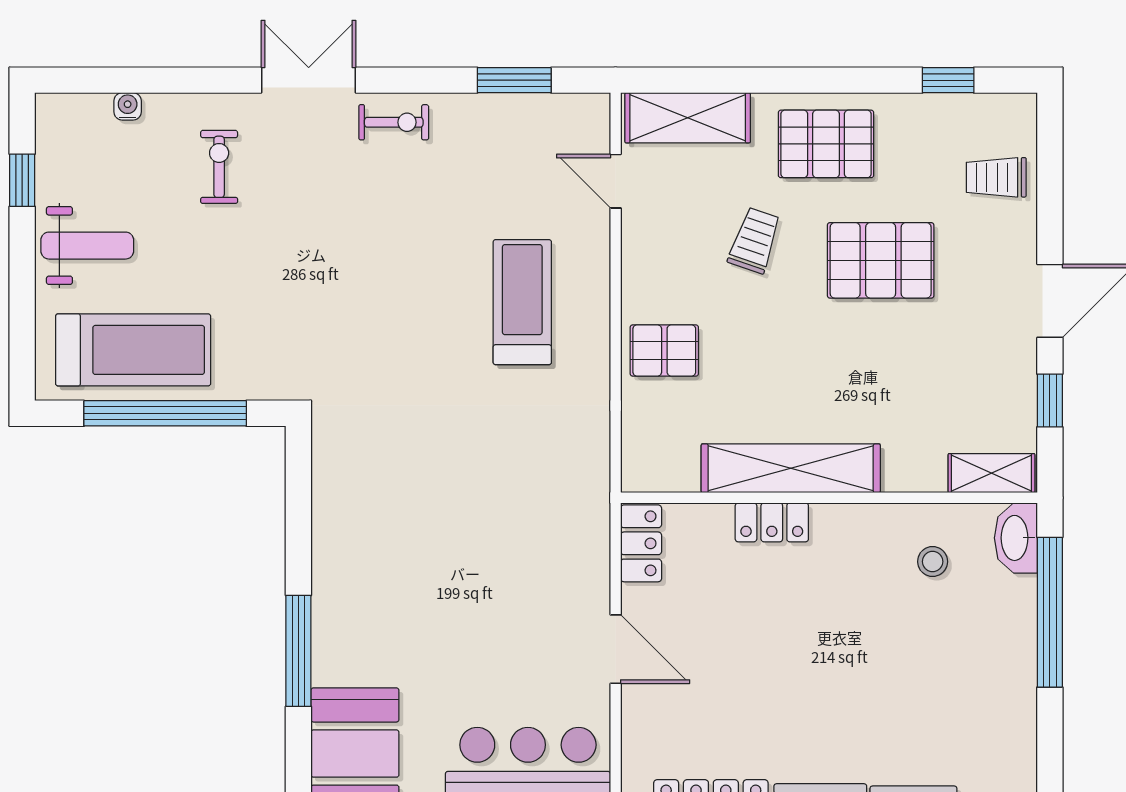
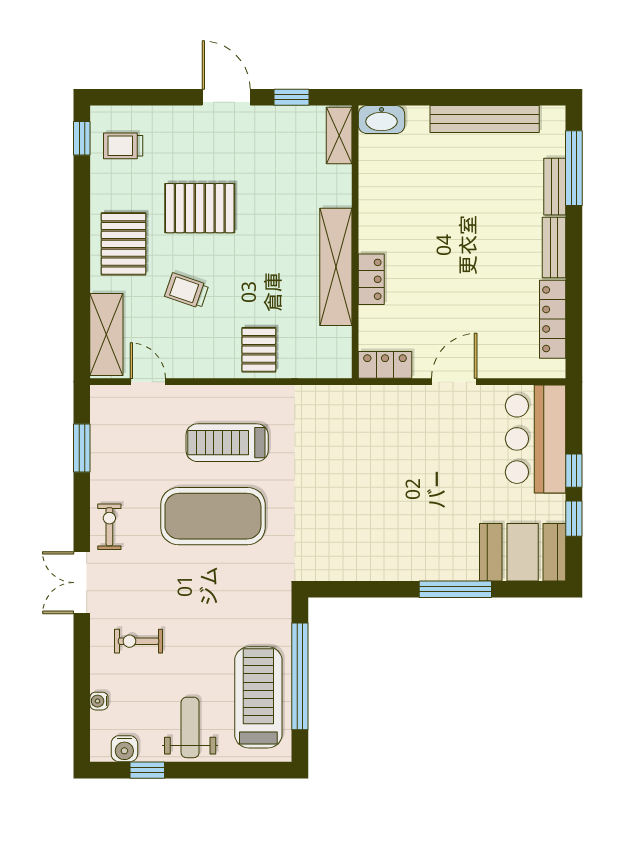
window: (948, 80) -> (82, 138), moved
water cooler: (55, 145) -> (124, 749), added
trolley: (996, 177) -> (123, 146), moved, turned 90
door: (616, 181) -> (148, 382), swing flipped
pallet: (881, 260) -> (200, 208), turned 90
exercise mat: (410, 281) -> (213, 516), added
stool: (933, 562) -> (397, 174), removed
window: (1050, 612) -> (430, 97), removed
bench: (1017, 695) -> (485, 119), added

